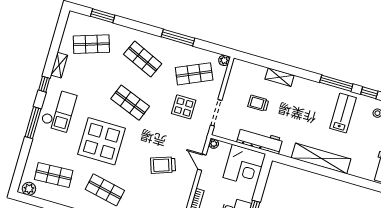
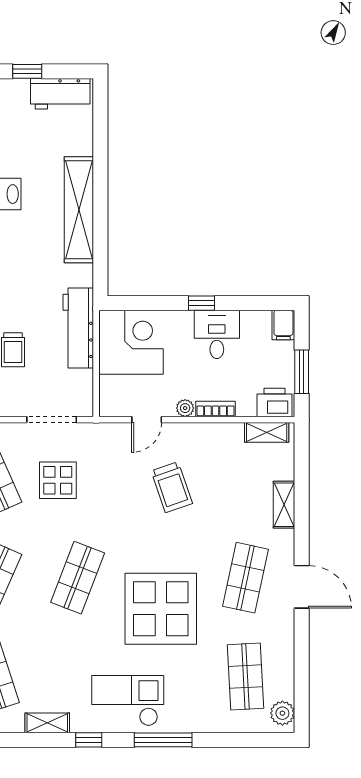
plant: (214, 144) -> (185, 408), moved

